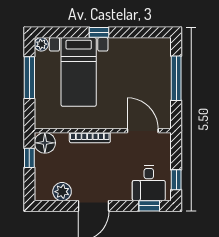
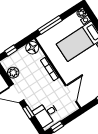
window: (29, 78) -> (50, 25), moved
window: (29, 158) -> (11, 51), moved
window: (149, 206) -> (29, 112), moved

